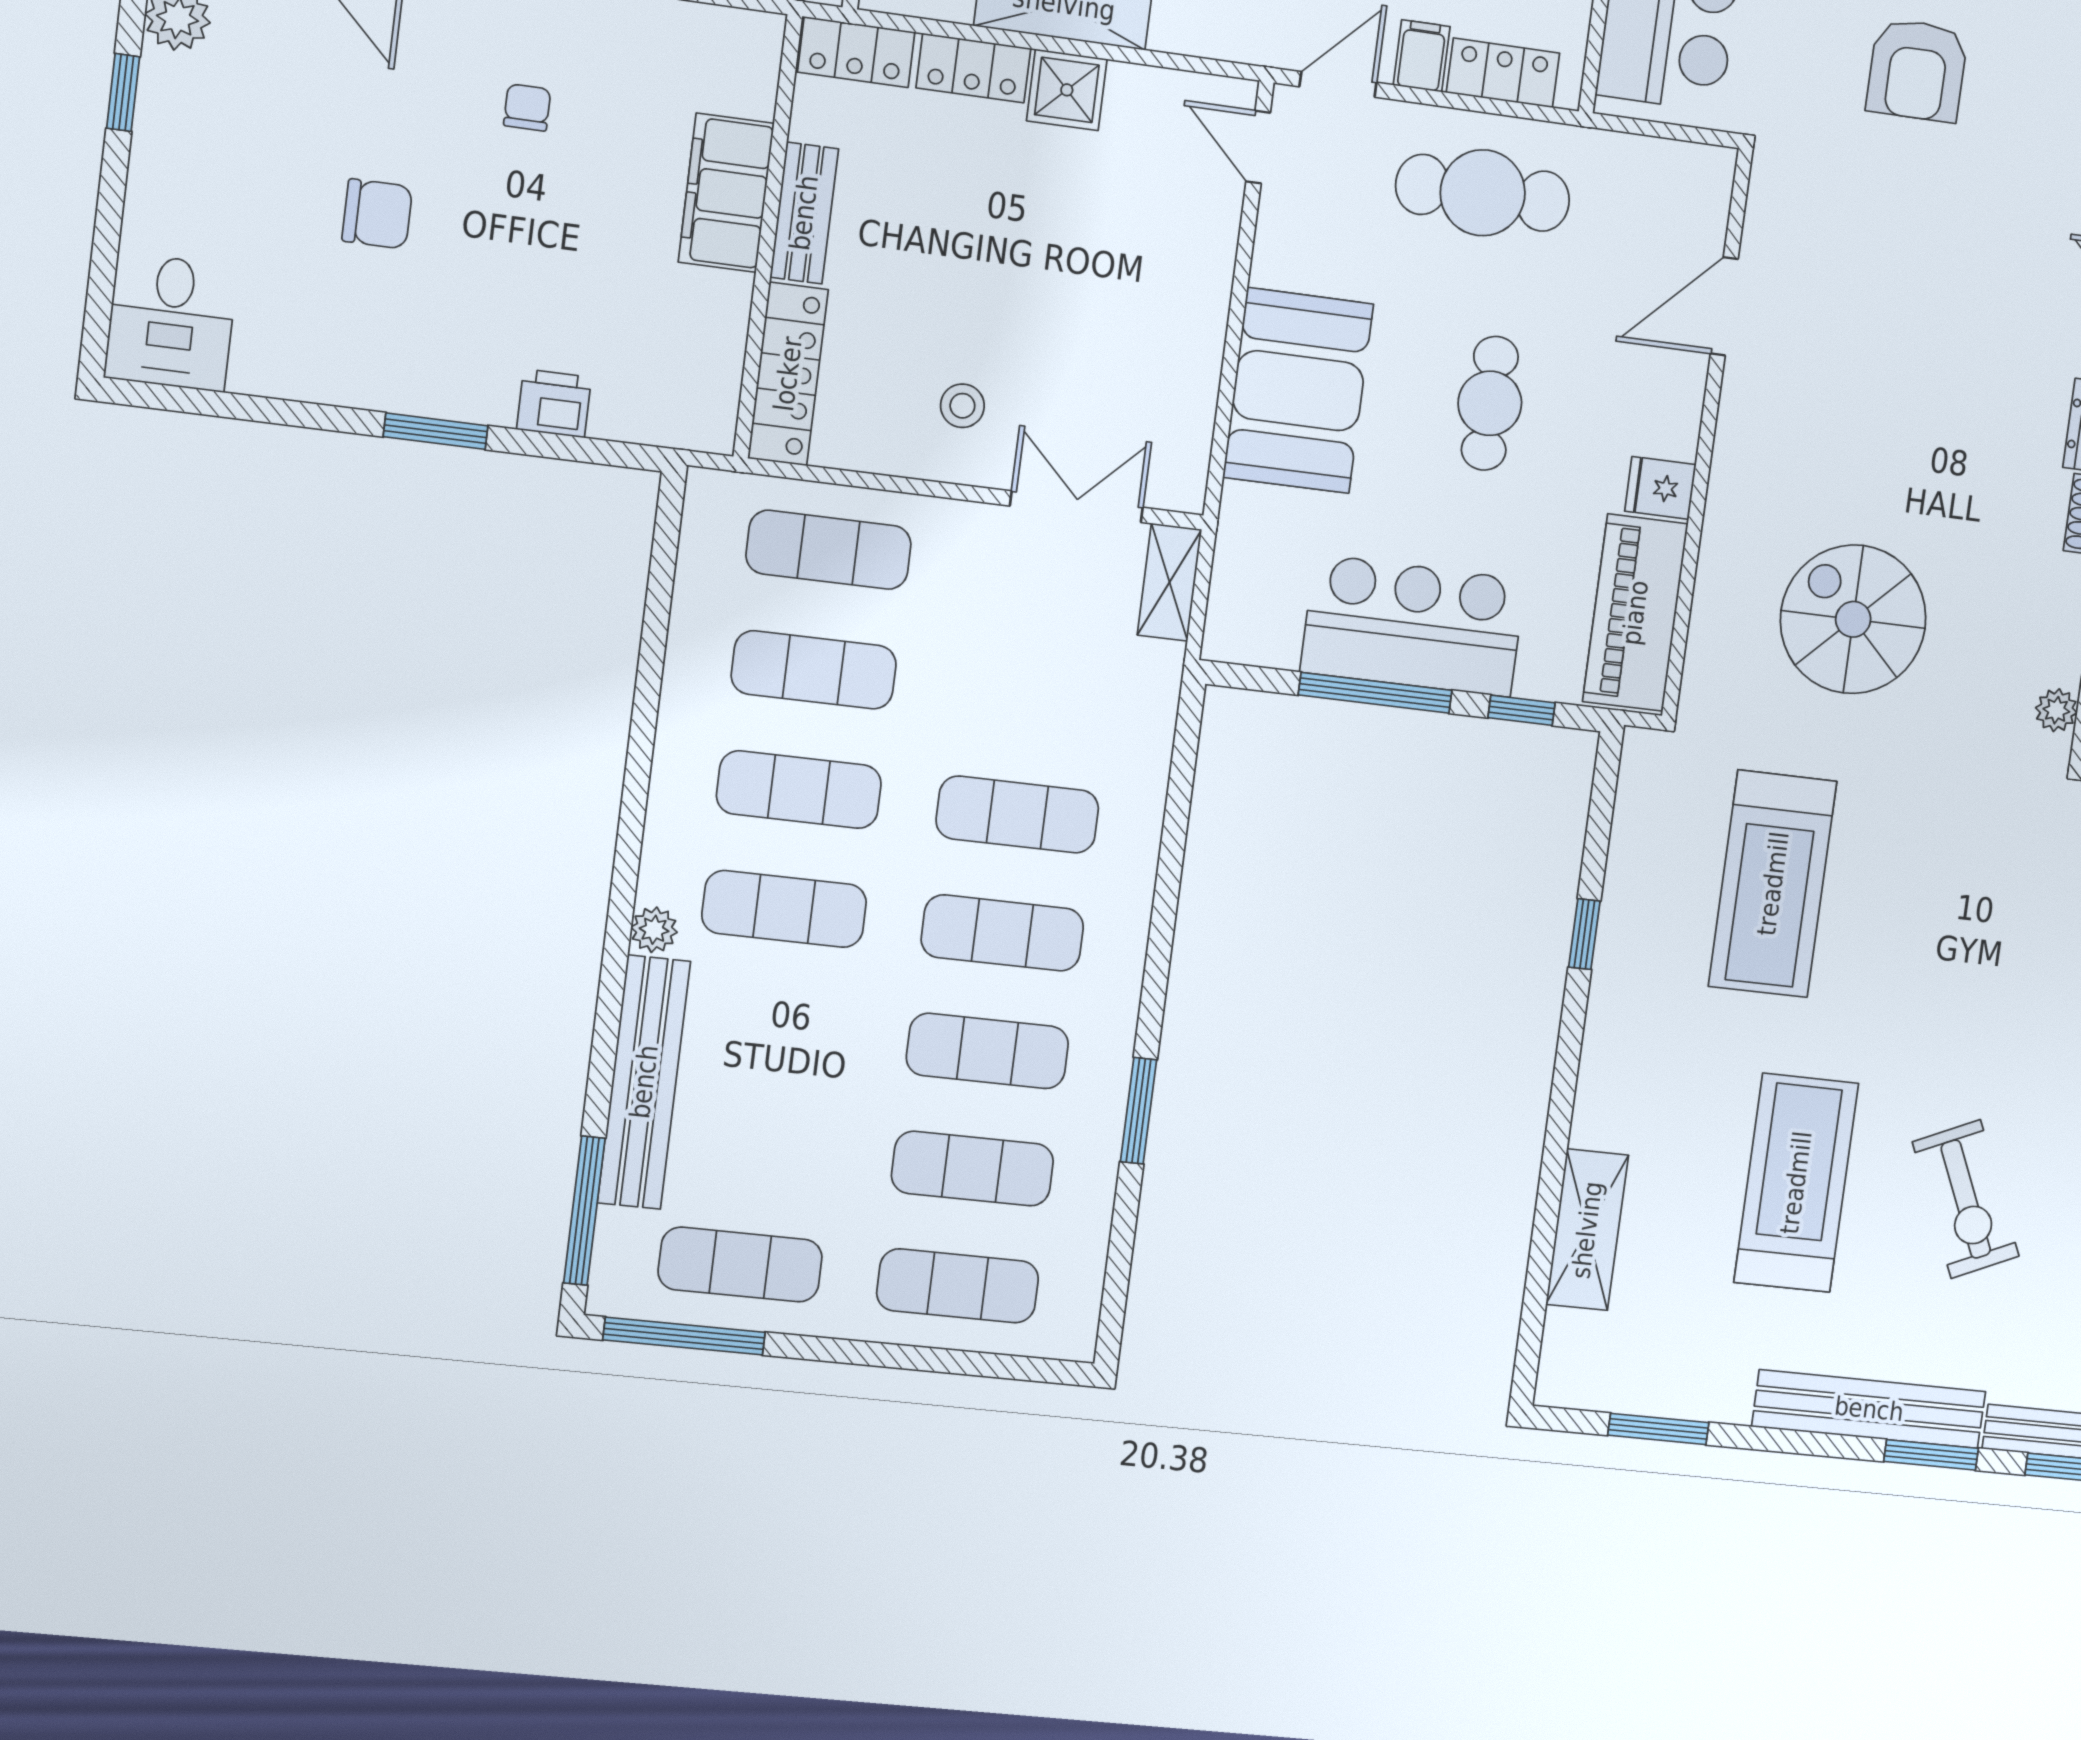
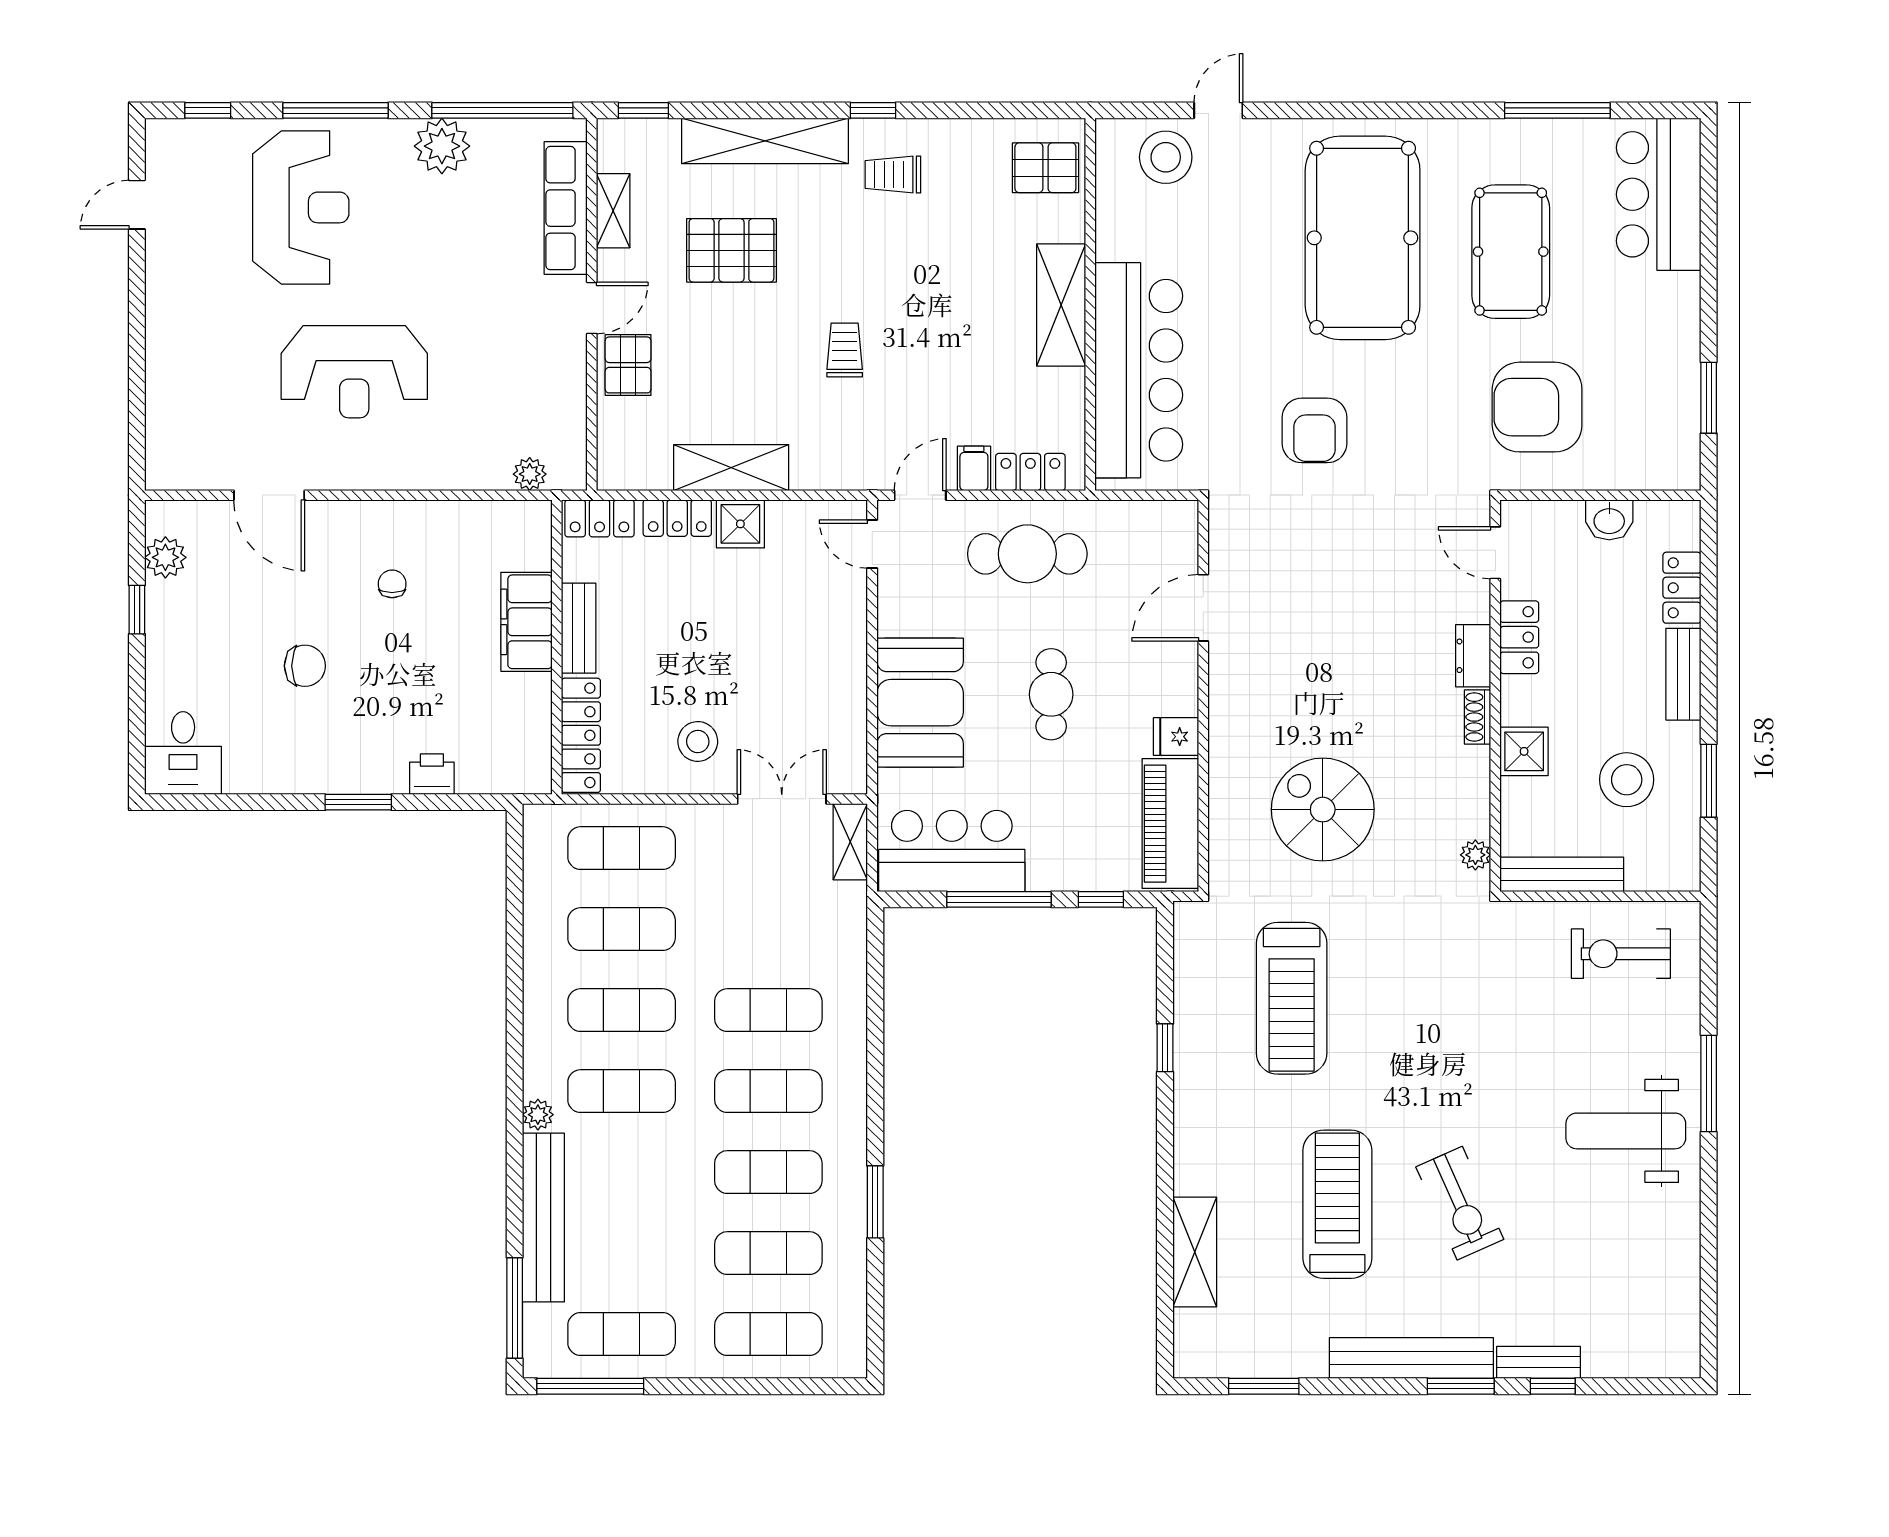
stool: (962, 406) -> (698, 741), width x1.37, depth x1.37
bar counter: (1413, 626) -> (952, 851), moved

